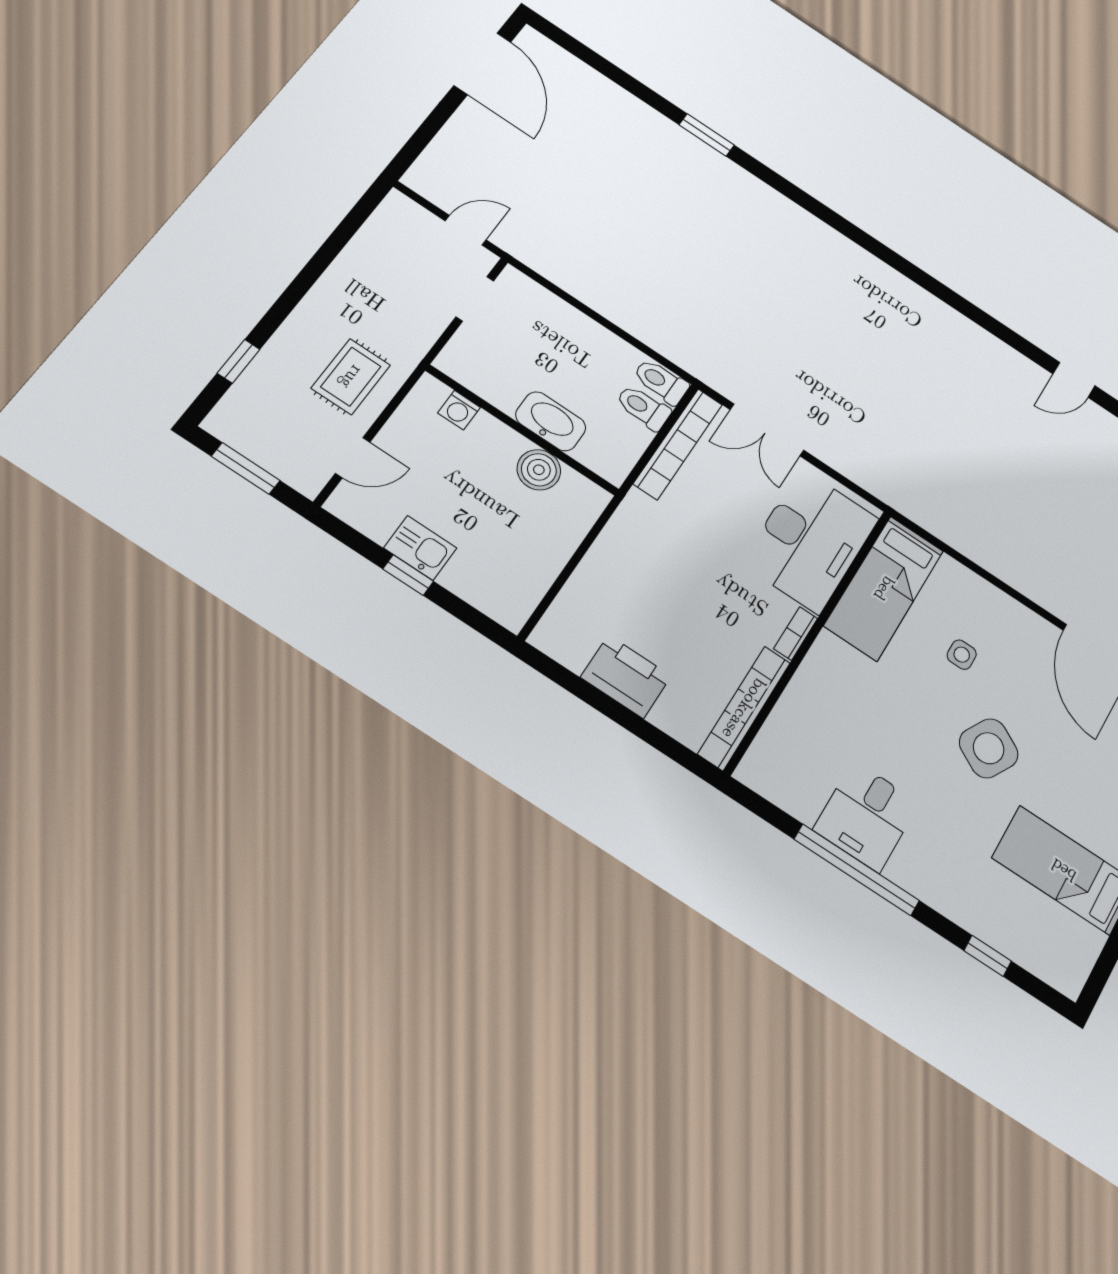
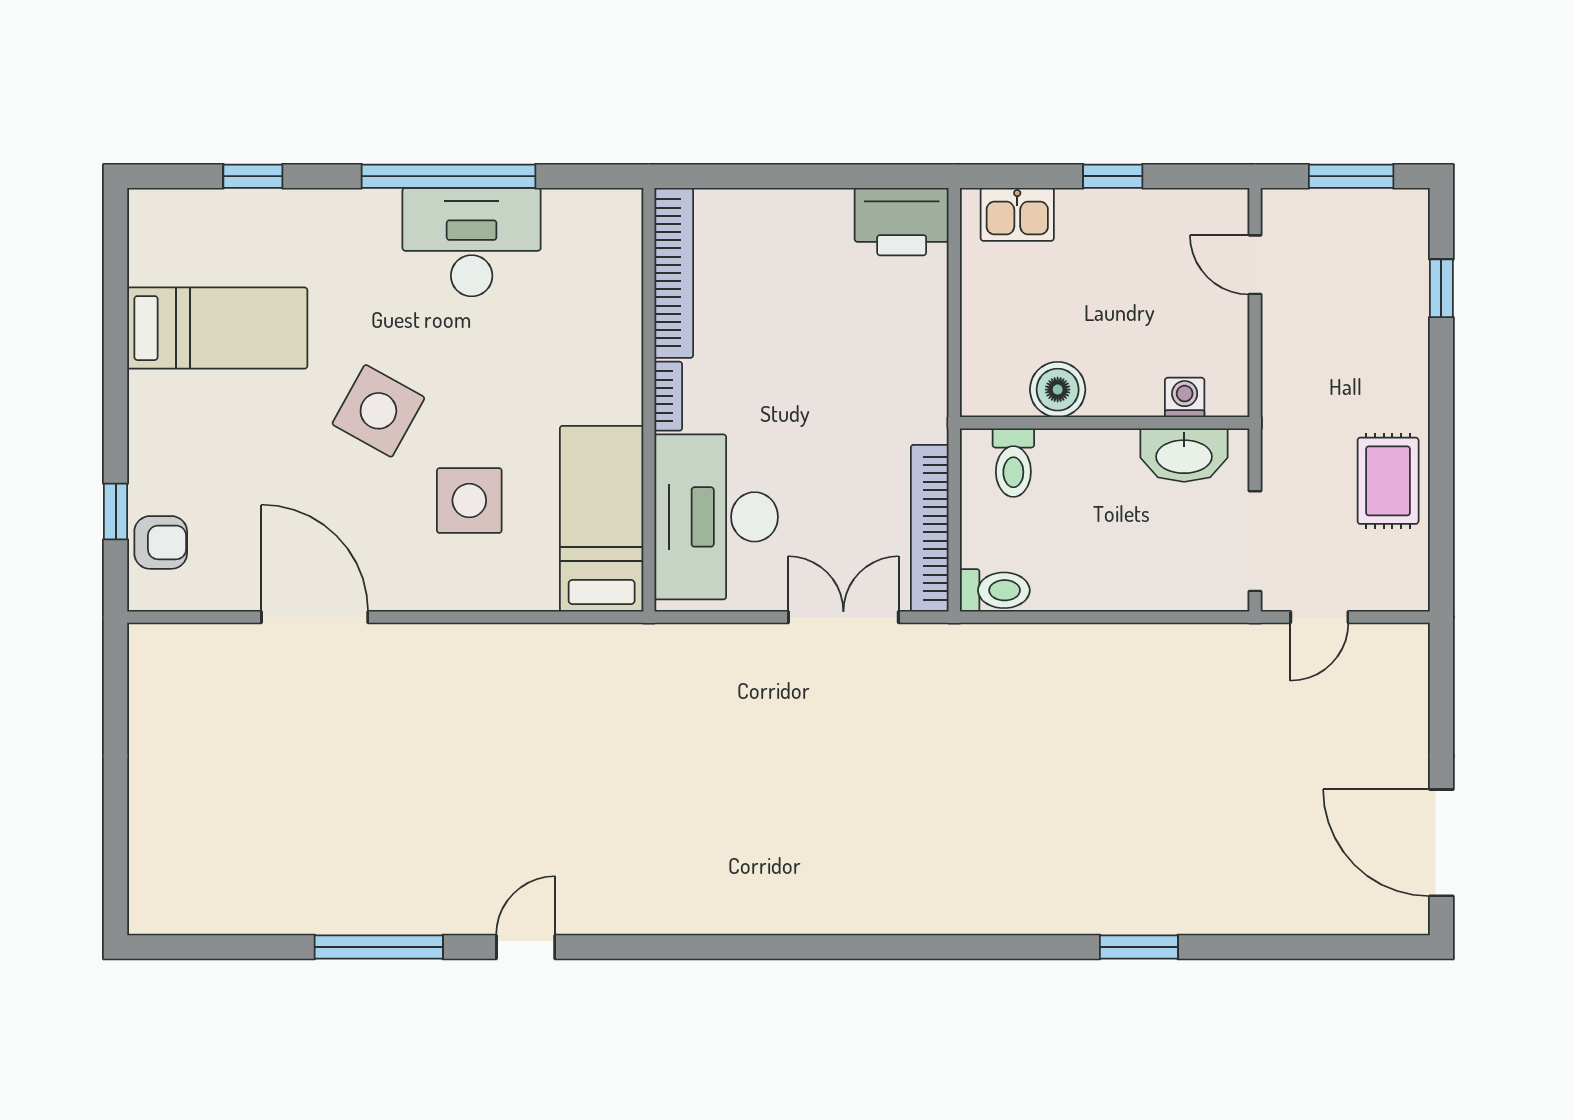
doorway: (475, 299) -> (1255, 541), width x1.38
rug: (351, 377) -> (1388, 481), moved
toilet: (643, 408) -> (1013, 463), moved, turned 90
washbasin: (551, 421) -> (1184, 455), moved
door: (353, 458) -> (1255, 265), hinge flipped
kitchen sink: (420, 548) -> (1017, 214), moved
side table: (962, 655) -> (469, 501), width x1.87, depth x1.87
printer: (626, 677) -> (902, 222), moved
desk: (866, 816) -> (472, 242), width x1.37

